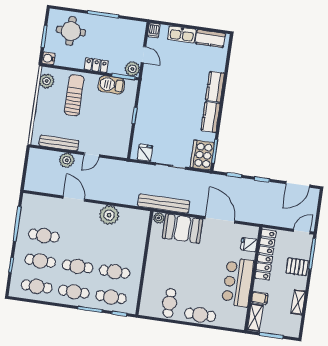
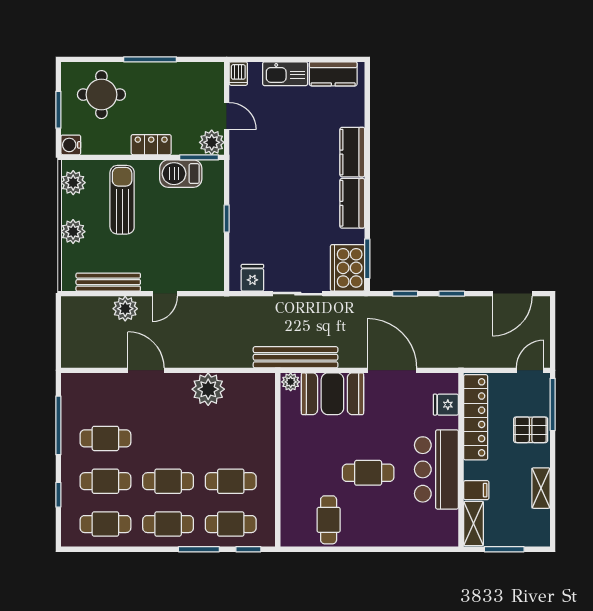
plant: (42, 110) -> (73, 232), added
cafe table: (200, 315) -> (368, 473), moved

